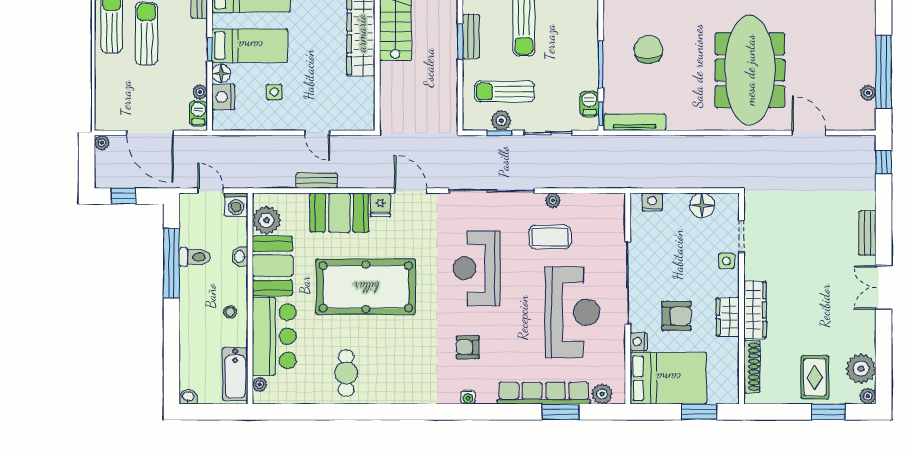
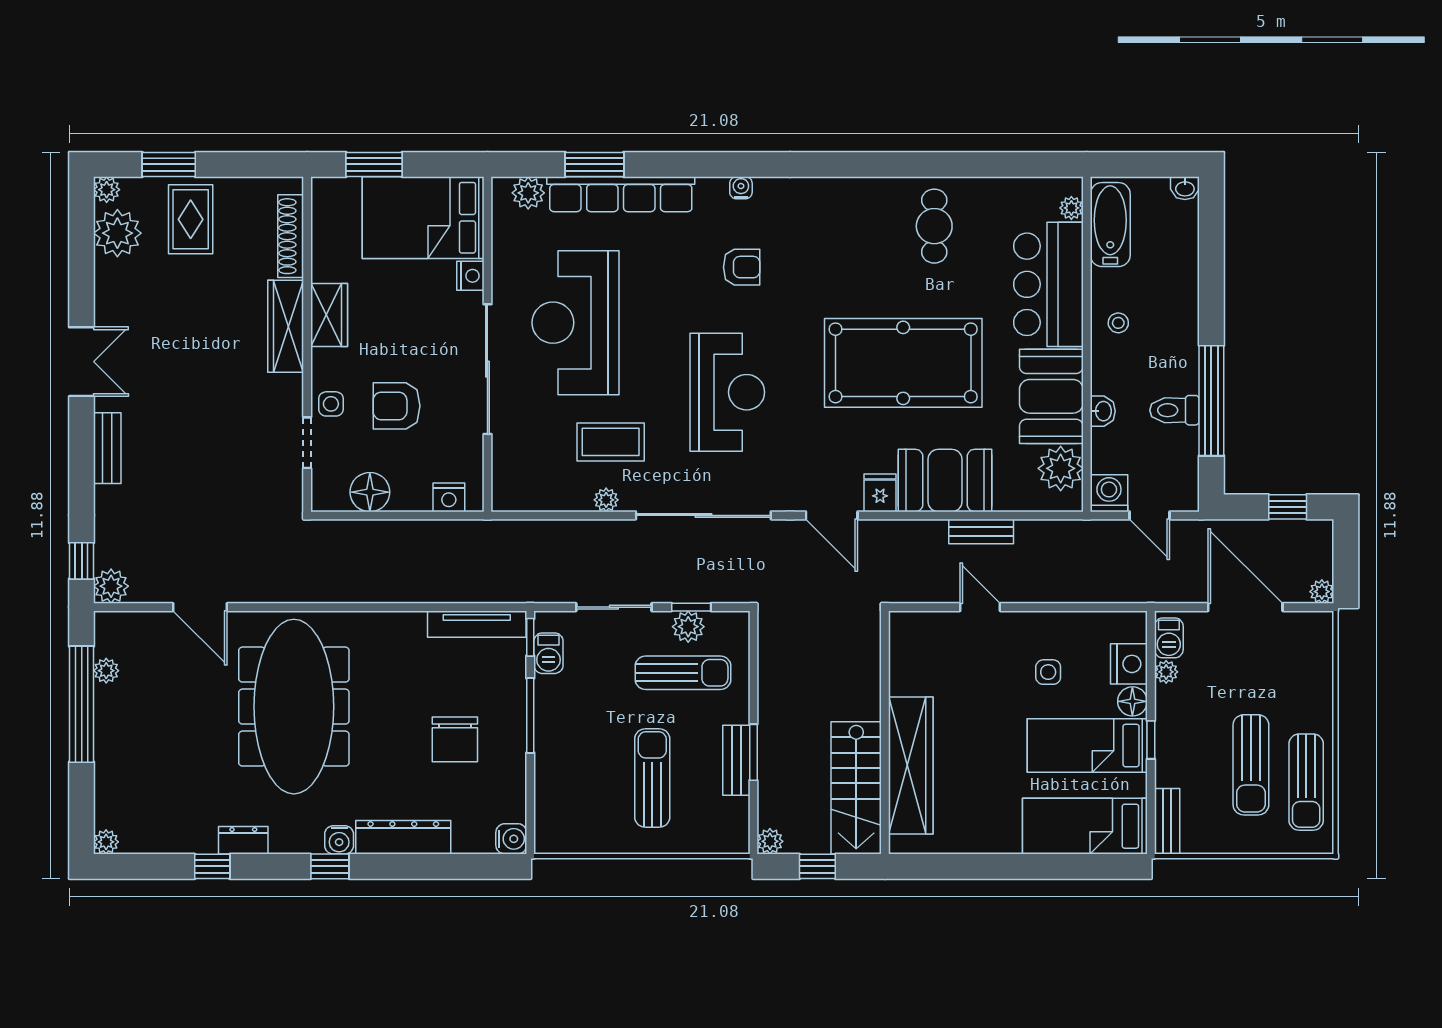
plant: (865, 146) -> (111, 586), added
armchair: (676, 316) -> (397, 406), moved

